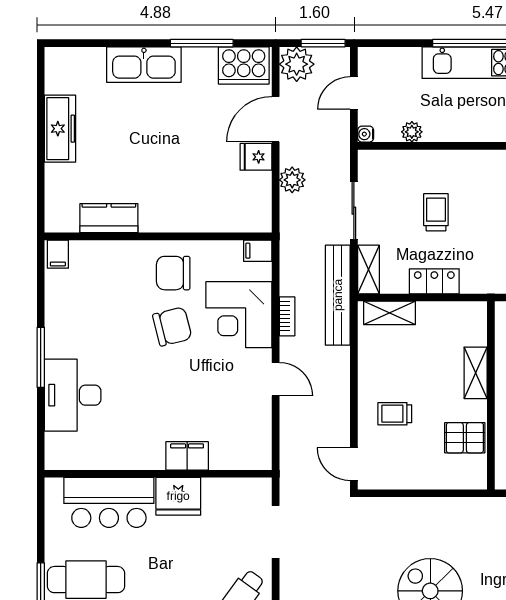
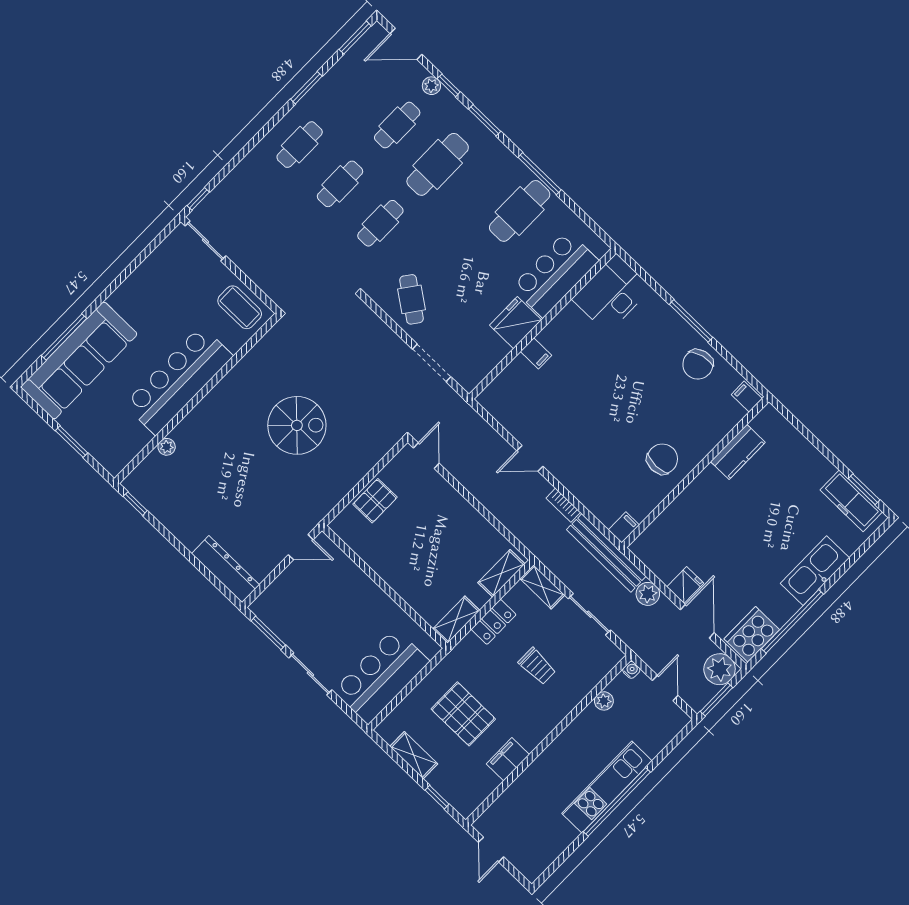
window: (202, 43) -> (792, 621), width x1.46
window: (41, 88) -> (864, 489), added
freezer: (60, 129) -> (851, 501), moved
bench: (338, 295) -> (606, 553), moved
corner desk: (239, 315) -> (594, 475), removed
chair: (172, 327) -> (698, 364), moved
shelving: (476, 373) -> (456, 620), moved, turned 90
desk: (73, 395) -> (612, 294), moved, turned -90
trolley: (395, 414) -> (433, 514), removed
pallet: (465, 438) -> (375, 501), moved
filing cabinet: (187, 456) -> (536, 353), width x0.50
door: (354, 464) -> (426, 456), hinge flipped

